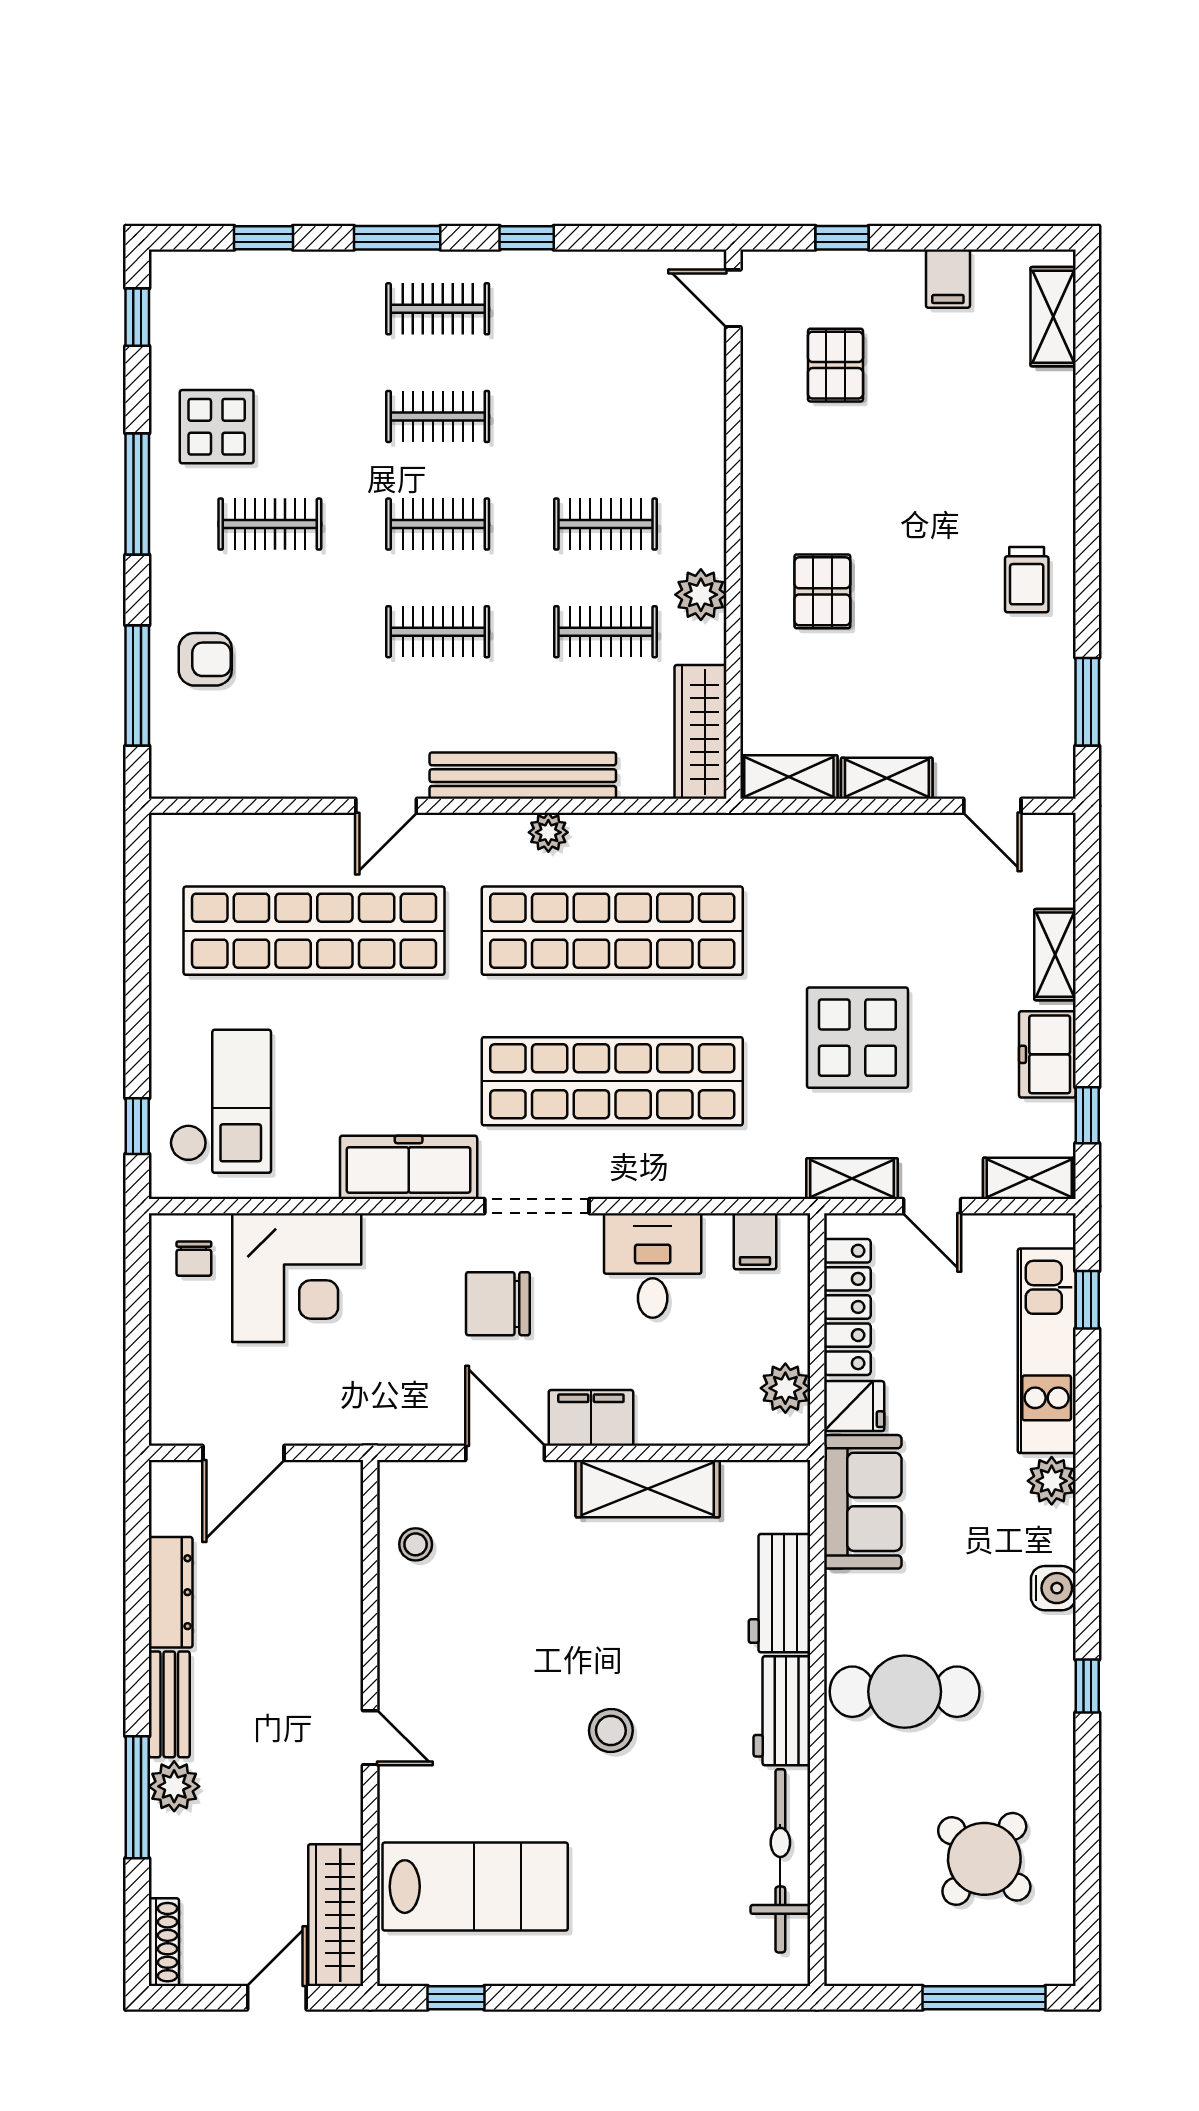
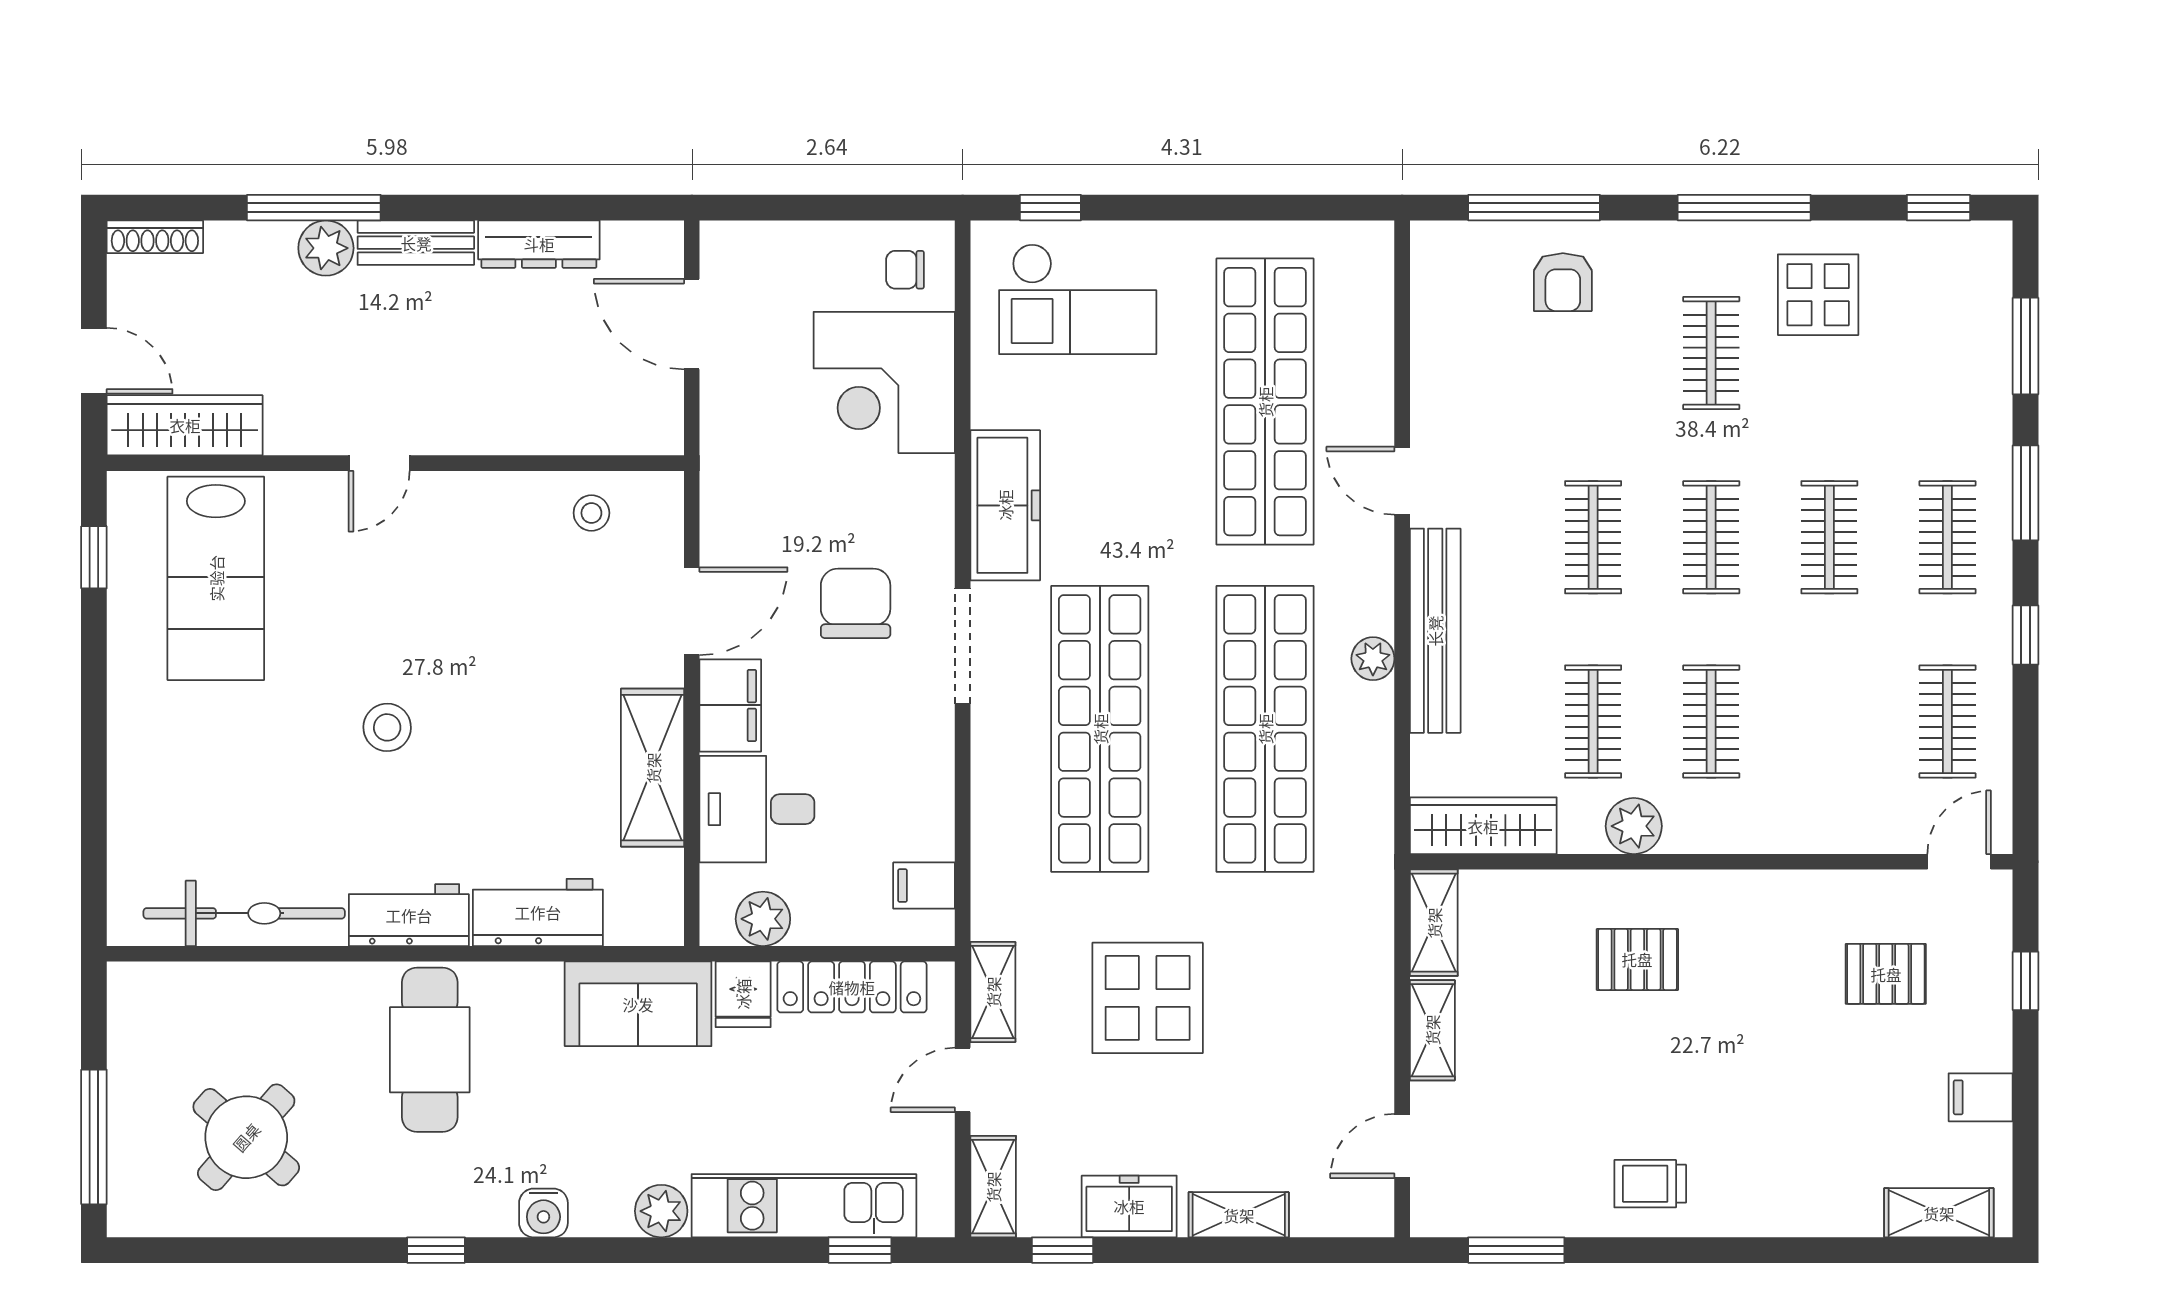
window: (263, 238) -> (2026, 346), width x1.50
clothes rail: (606, 309) -> (1947, 721), added
desk: (653, 1266) -> (757, 809), moved, turned 180

